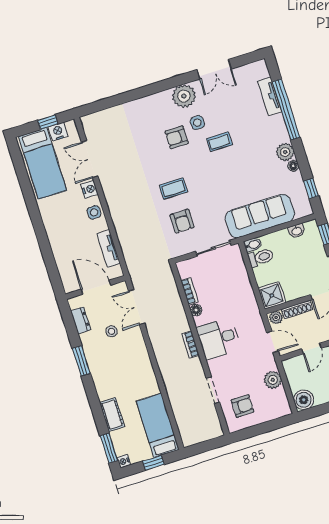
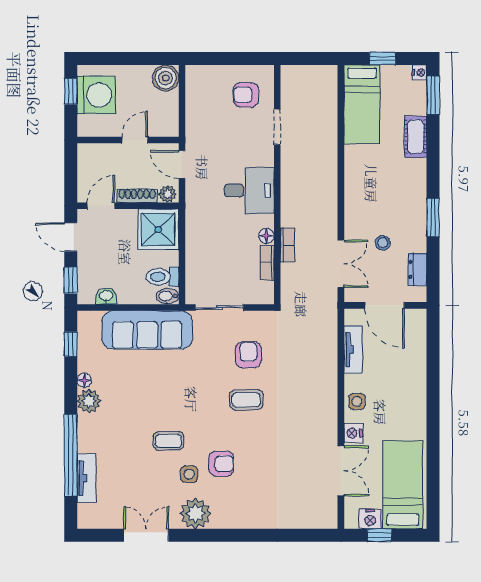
shower: (272, 295) -> (158, 229), width x1.36, depth x1.36
bookcase: (190, 344) -> (287, 245), moved
plant: (273, 380) -> (197, 116), removed

